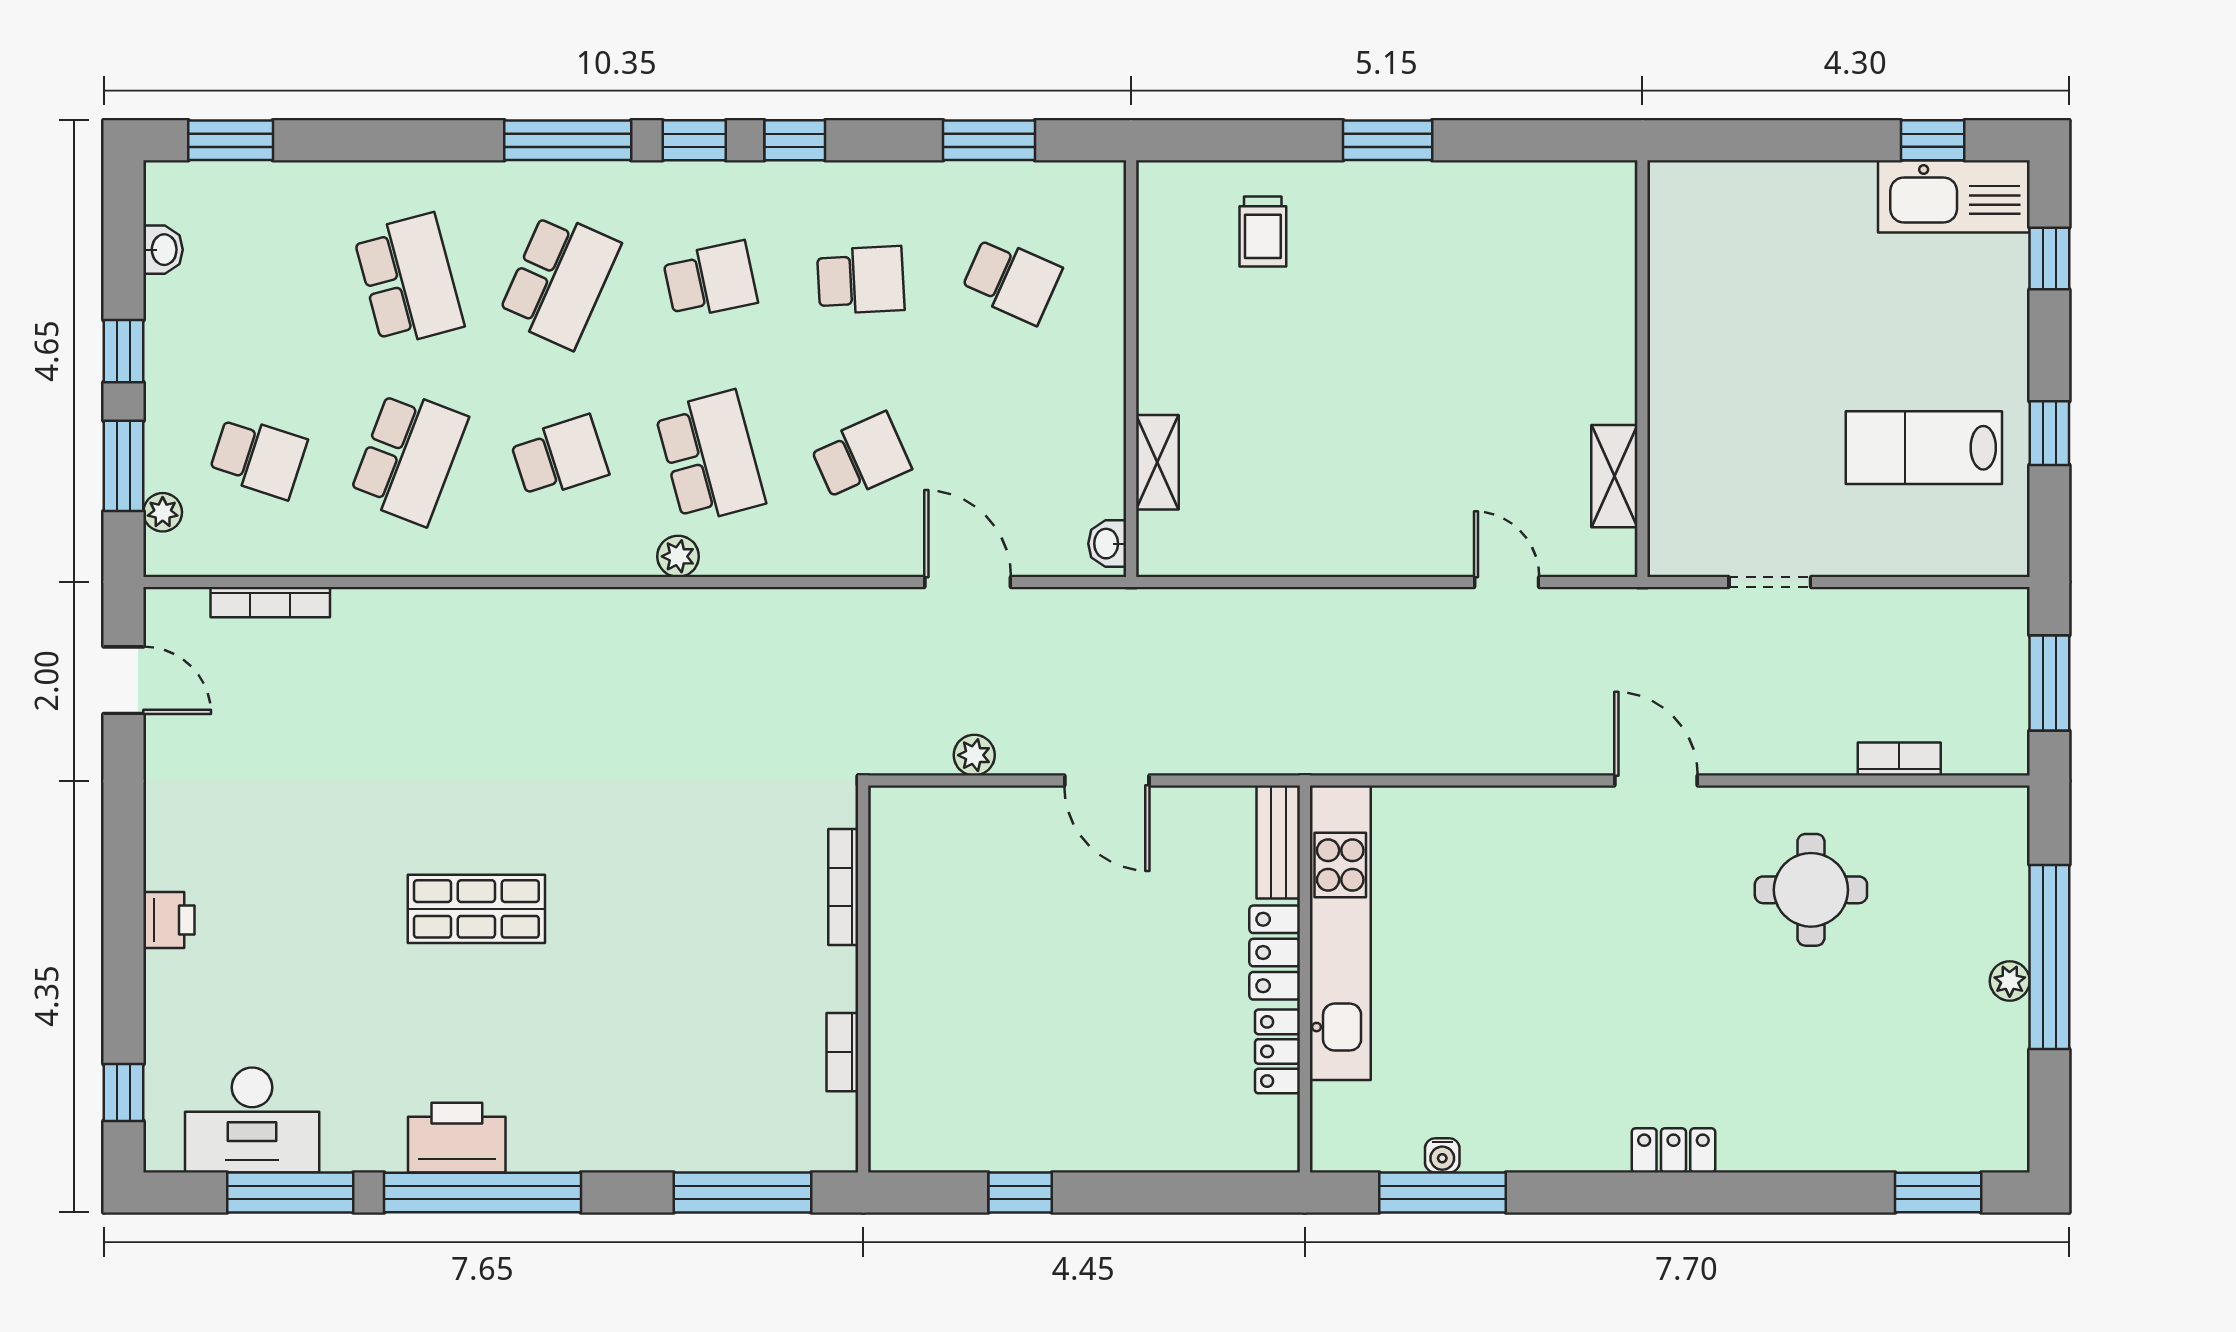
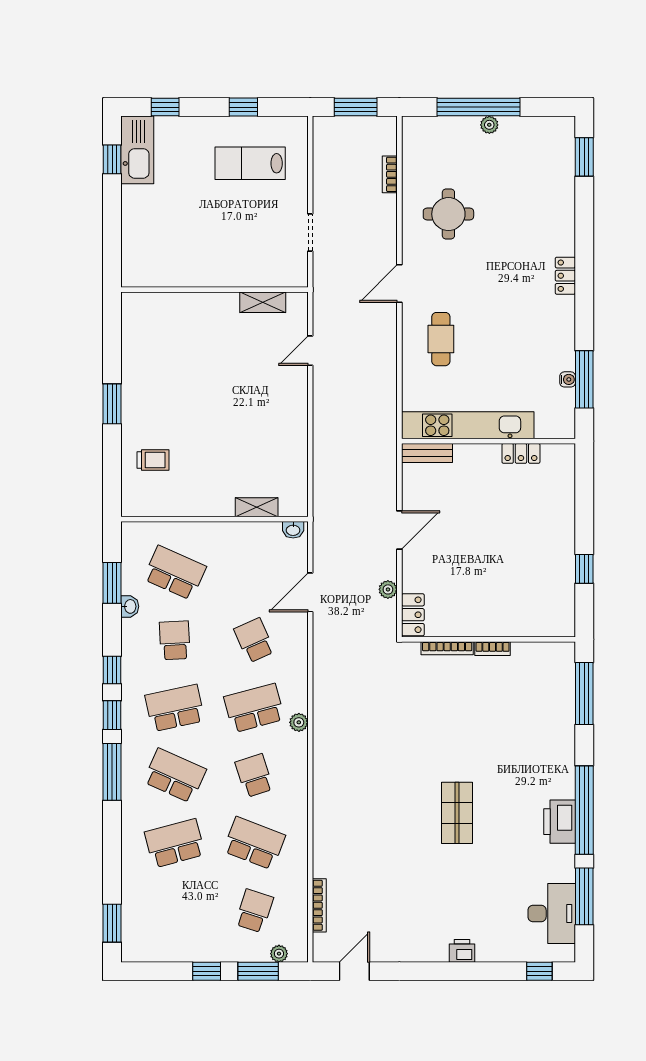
washbasin: (163, 250) -> (130, 606), moved, turned 90
school desk: (710, 280) -> (175, 708), width x1.85
school desk: (1011, 280) -> (175, 573), width x1.85
lab bench: (1924, 448) -> (250, 163), turned 90
cafe table: (1532, 873) -> (441, 339), added
locker: (1275, 953) -> (413, 615), moved, turned -90
bookcase: (842, 1052) -> (493, 649), moved

